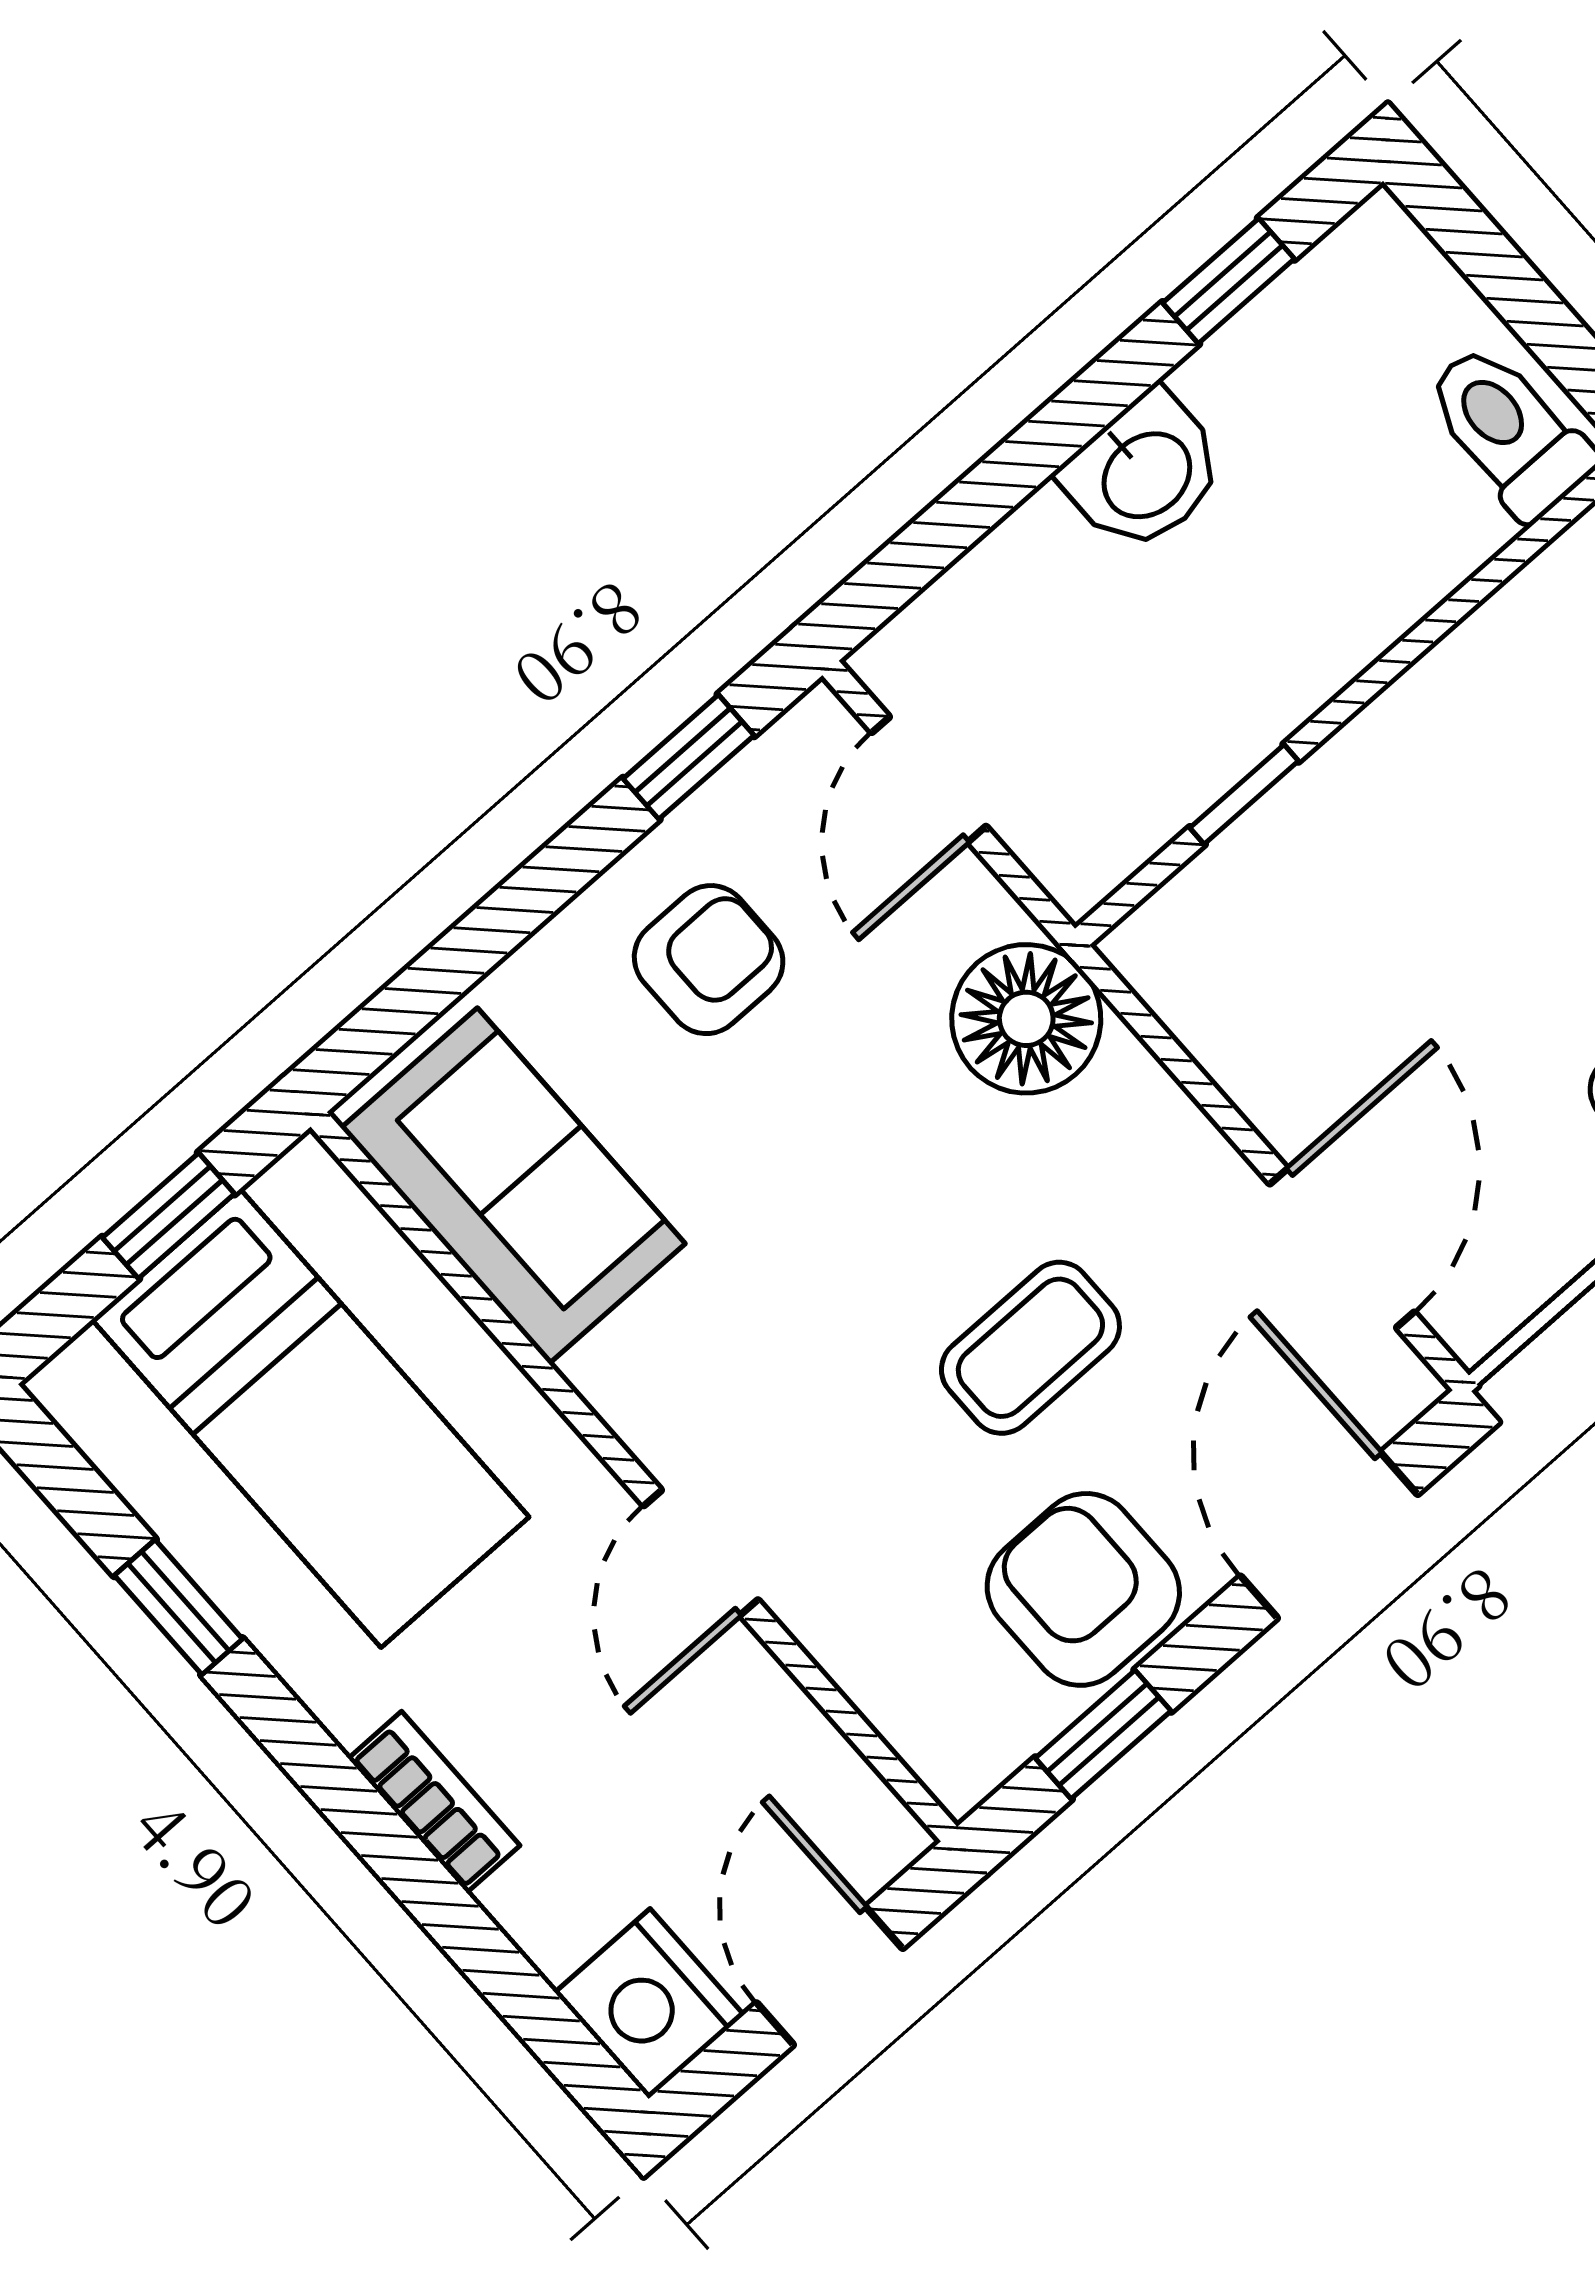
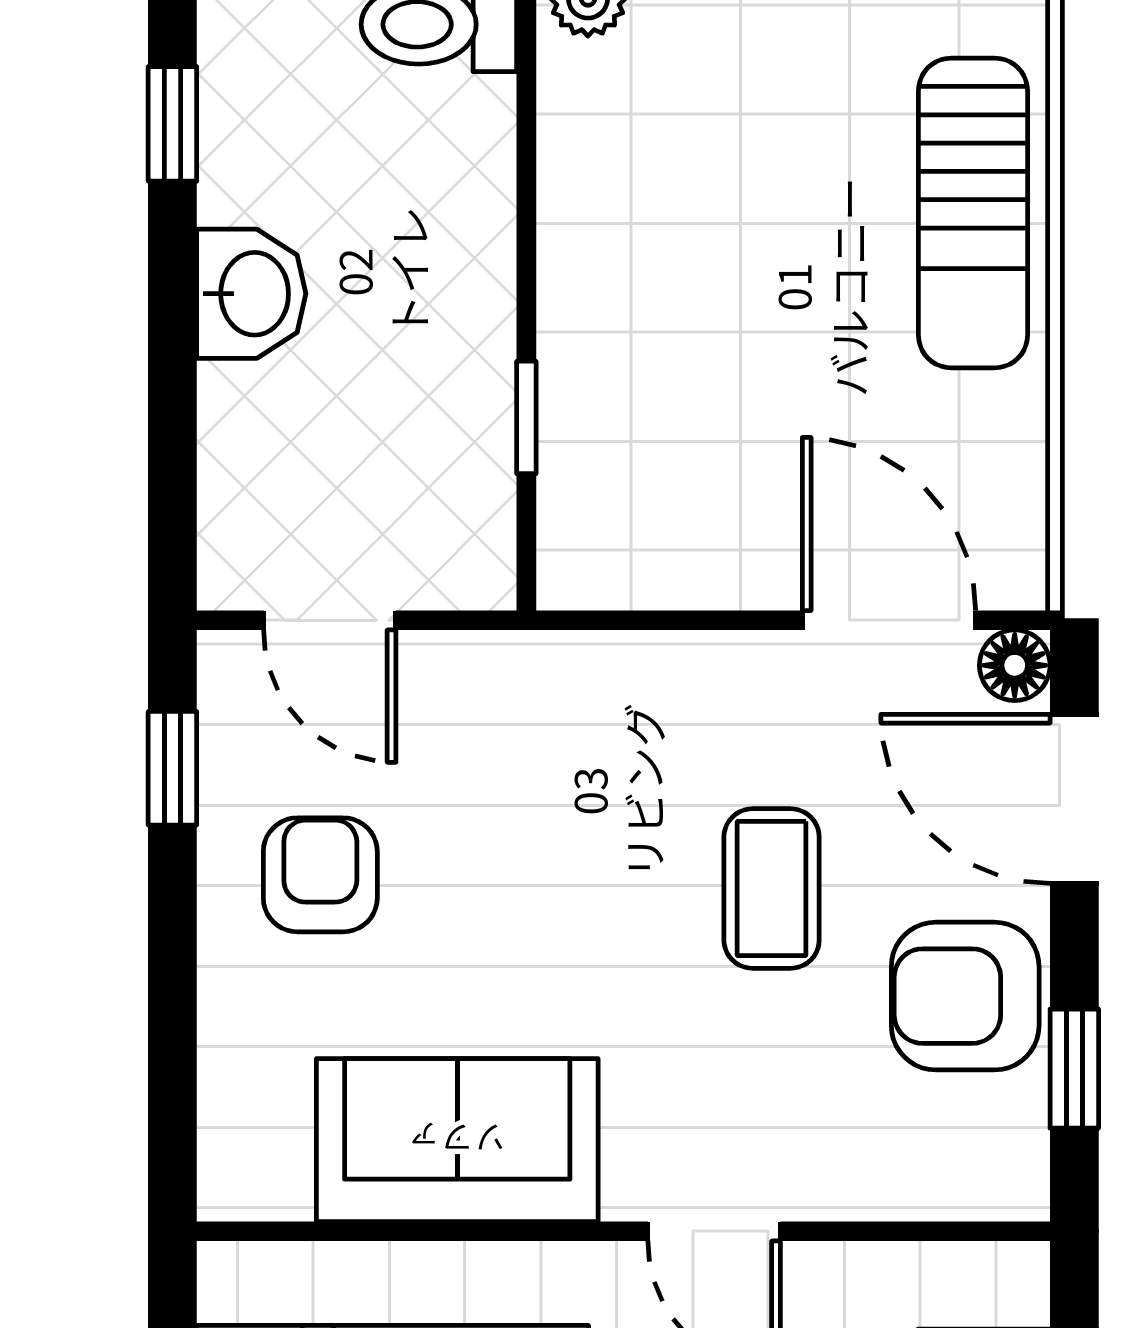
floor lamp: (1026, 1019) -> (1015, 665), moved, width x0.53, depth x0.53
sofa: (513, 1186) -> (457, 1140), moved

